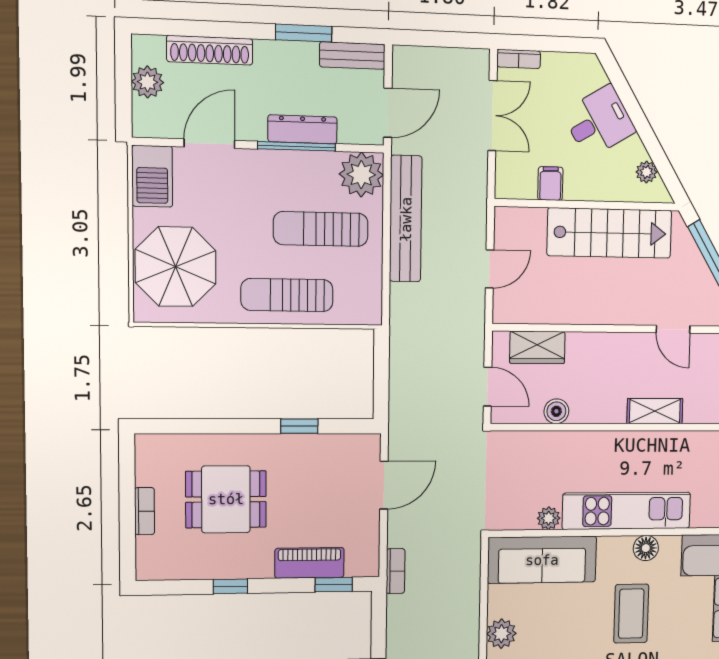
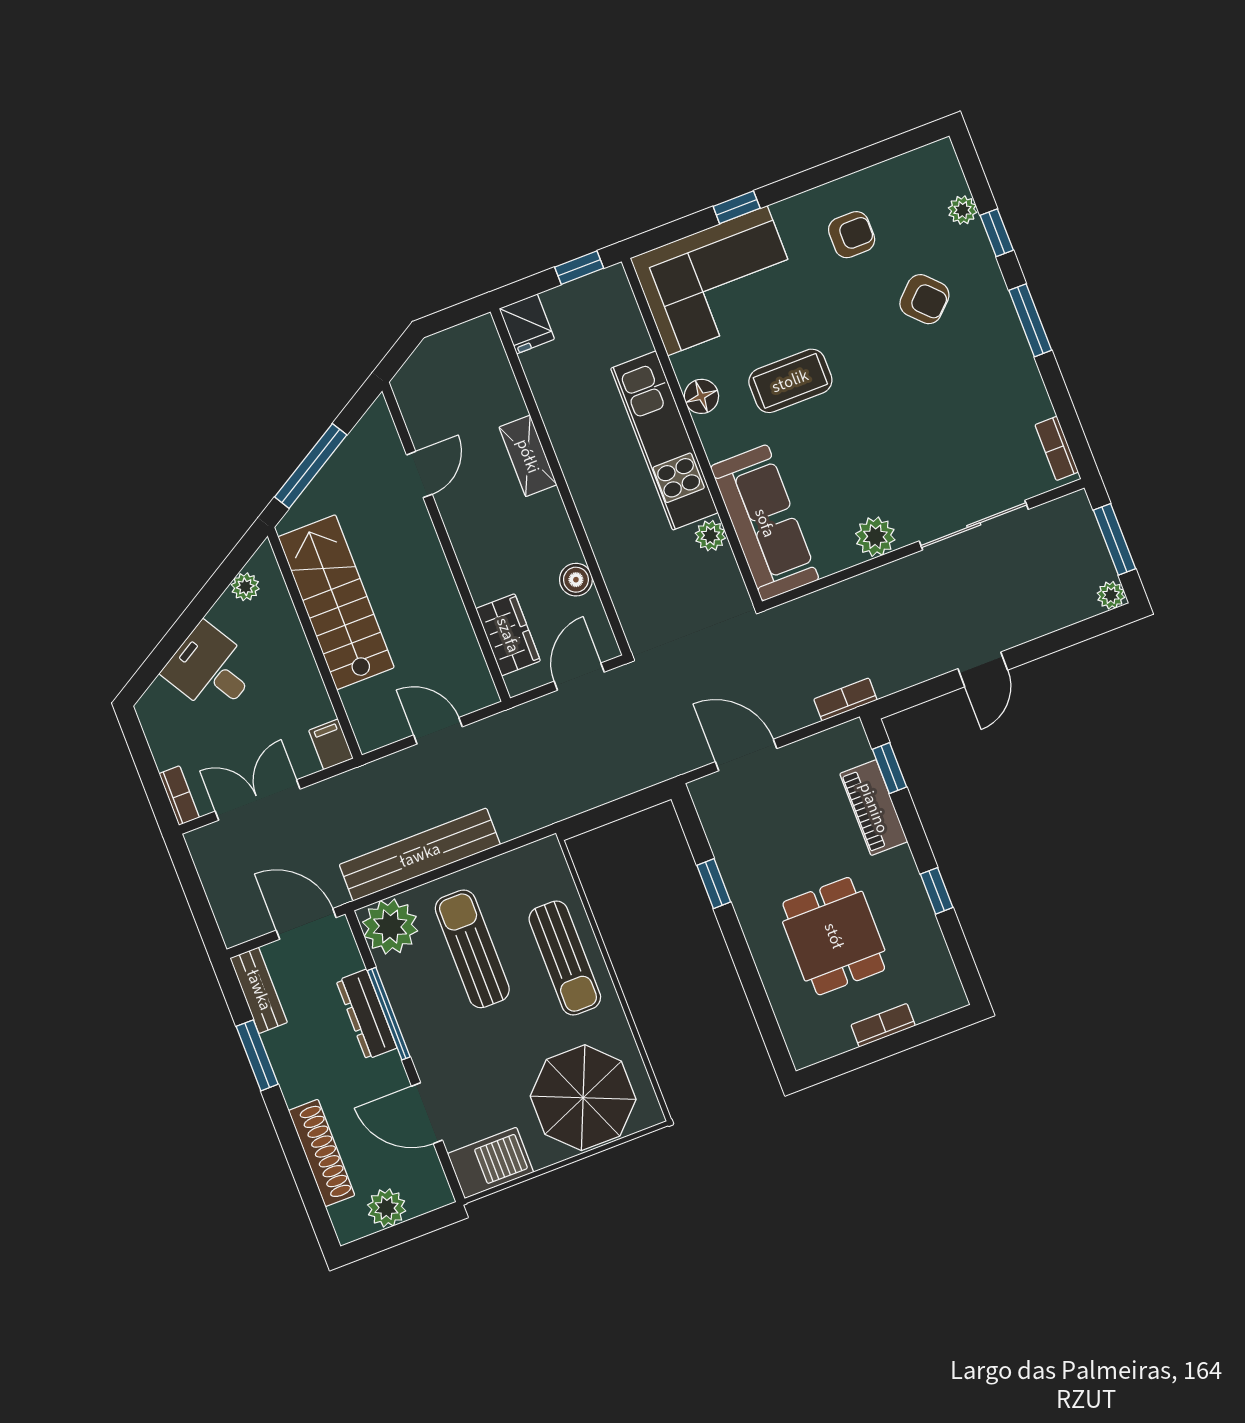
filing cabinet: (550, 184) -> (331, 744), moved, turned 90
sun lounger: (321, 229) -> (472, 949), turned 180

